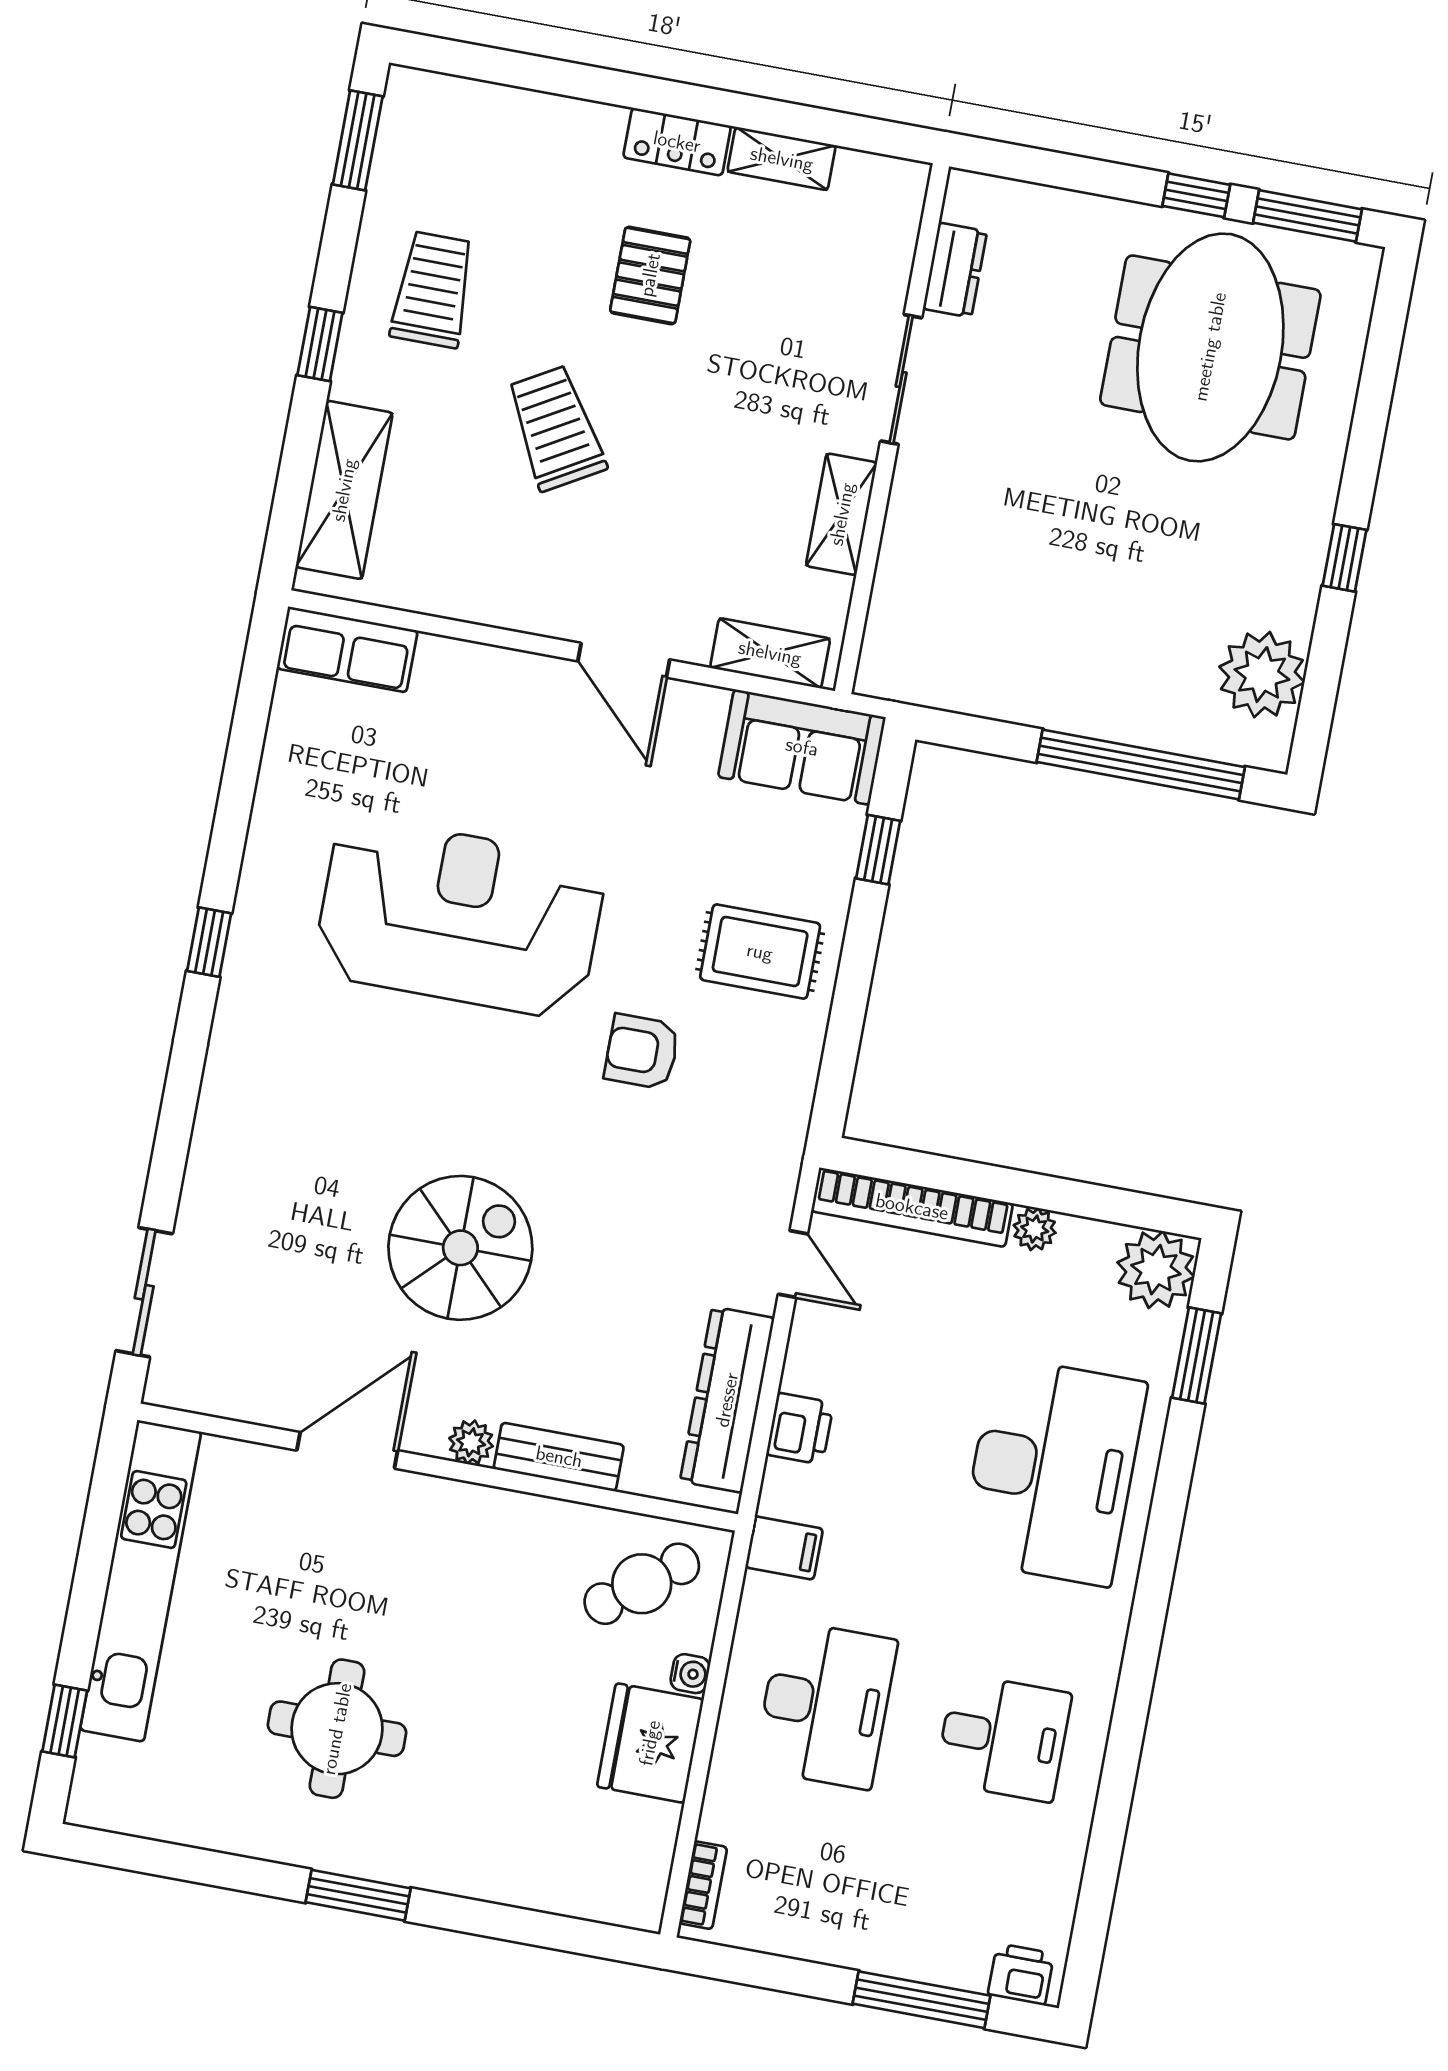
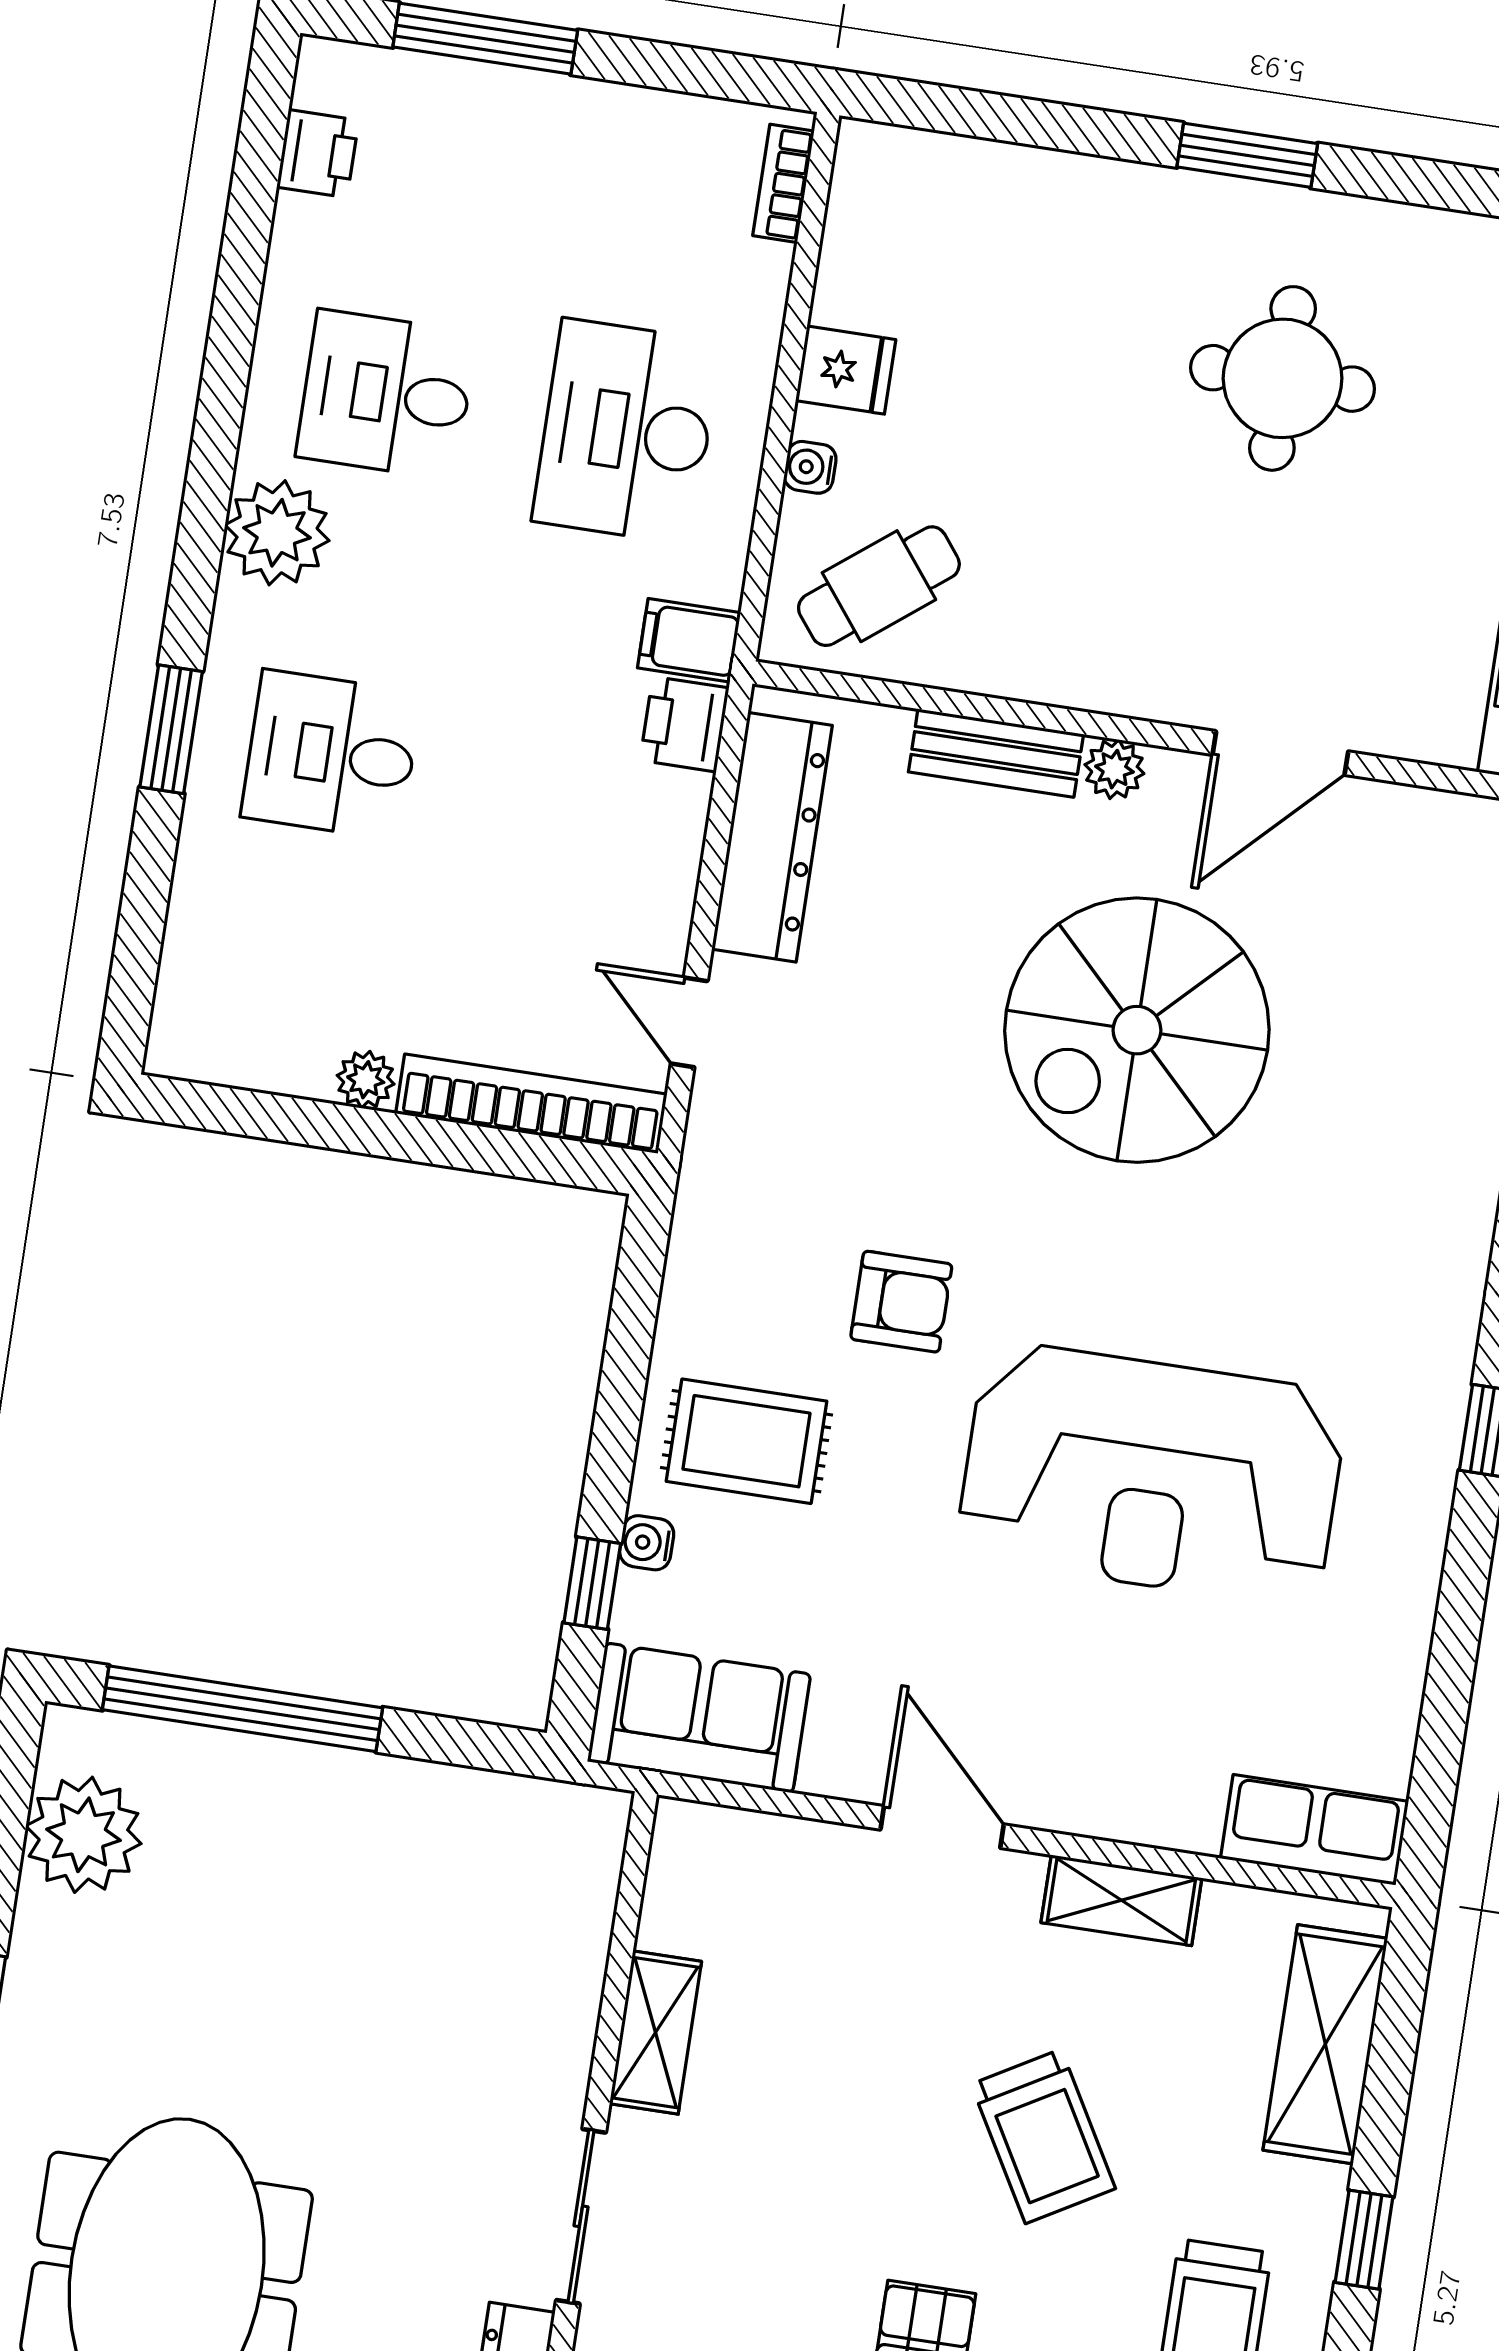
shelving: (770, 653) -> (1121, 1900), moved
water cooler: (837, 878) -> (647, 1543), added
spiral stairs: (460, 1248) -> (1137, 1030), width x1.37, depth x1.37
plant: (1156, 1270) -> (277, 533), moved
window: (1197, 1356) -> (171, 729), moved
printer: (800, 1429) -> (684, 724), moved
desk: (1053, 1471) -> (331, 755), width x0.53, depth x0.77
fridge: (650, 1743) -> (846, 370), width x0.53, depth x0.75
printer: (1021, 1974) -> (318, 154), moved, turned -90

